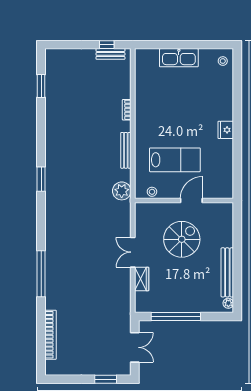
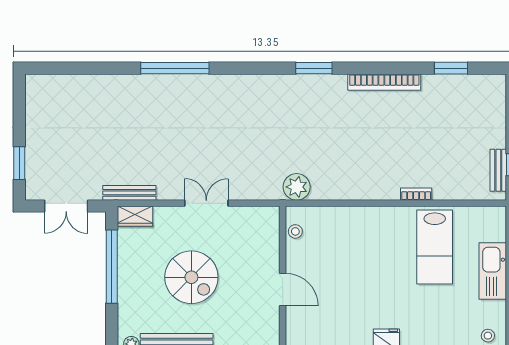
bench: (126, 150) -> (129, 193), moved
lab bench: (175, 160) -> (435, 247), moved
spiral stairs: (182, 239) -> (191, 277), moved
wardrobe: (142, 279) -> (135, 216), moved
bookcase: (51, 335) -> (384, 82), moved

